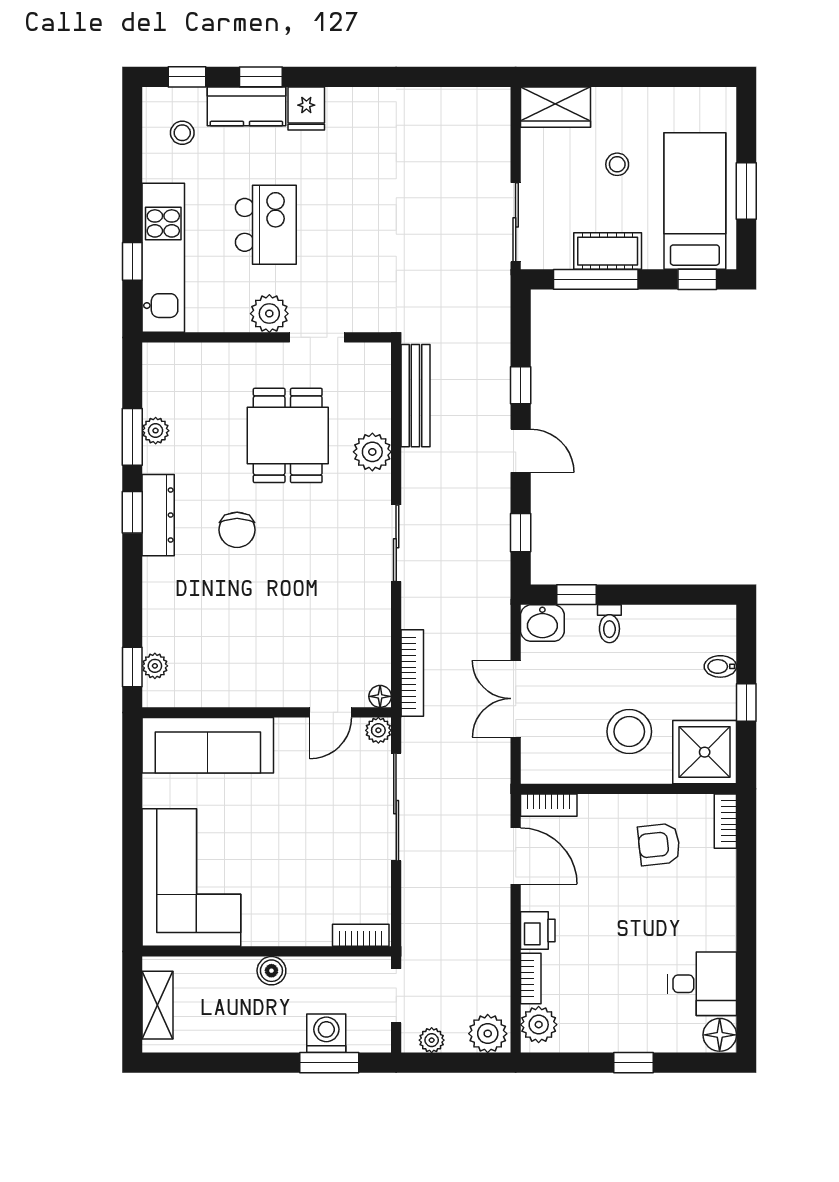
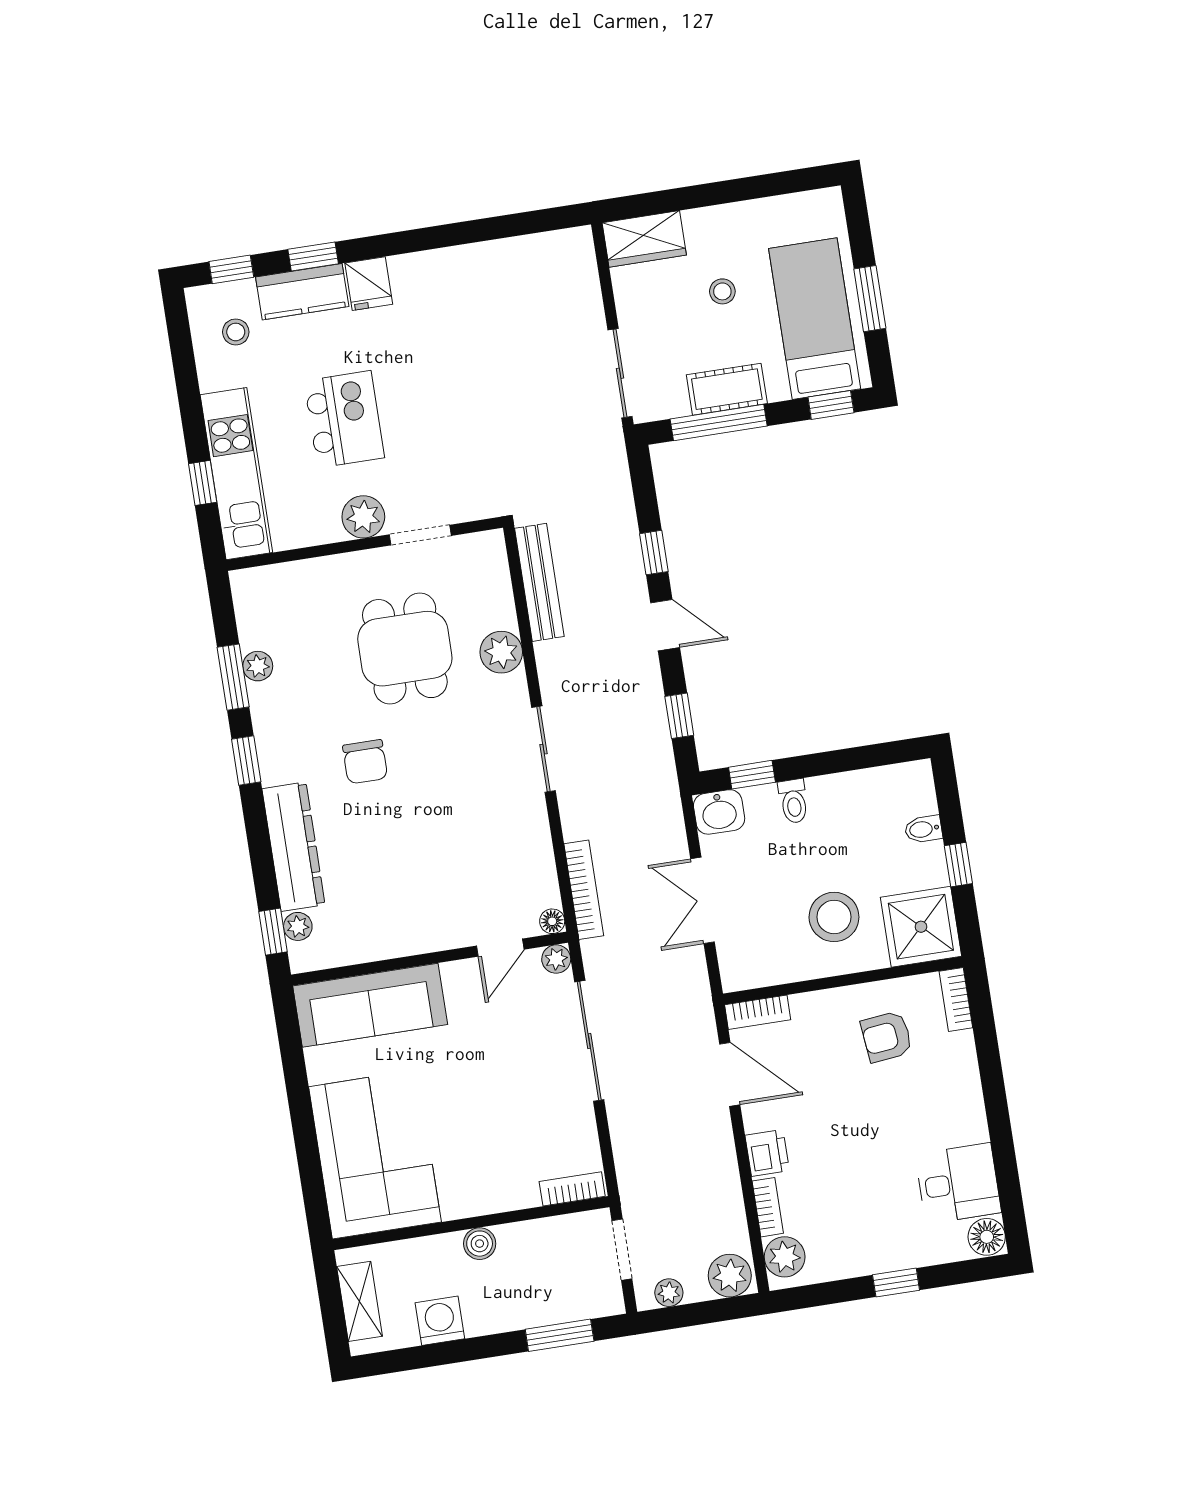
dresser: (158, 515) -> (293, 847), moved, width x1.37, depth x1.24
washing machine: (326, 1033) -> (440, 1321), moved

